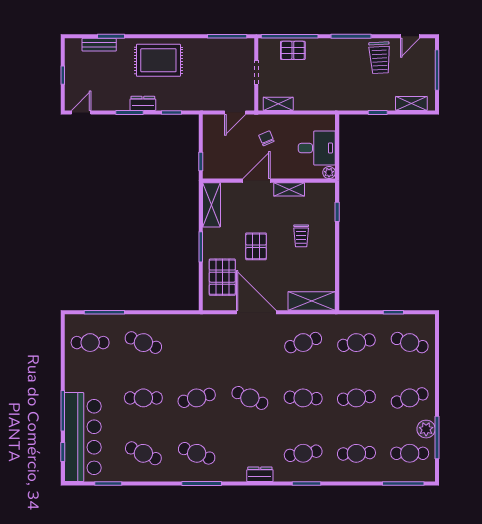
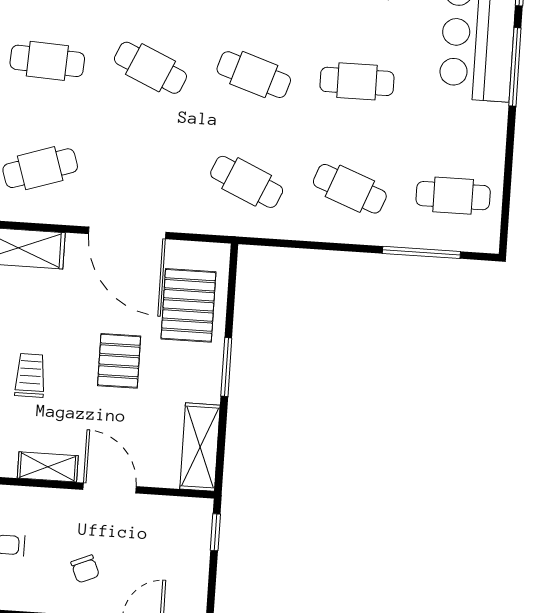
door: (257, 181) -> (110, 488), swing flipped
cafe table: (197, 343) -> (247, 182), added
cafe table: (197, 398) -> (254, 75), turned 33

